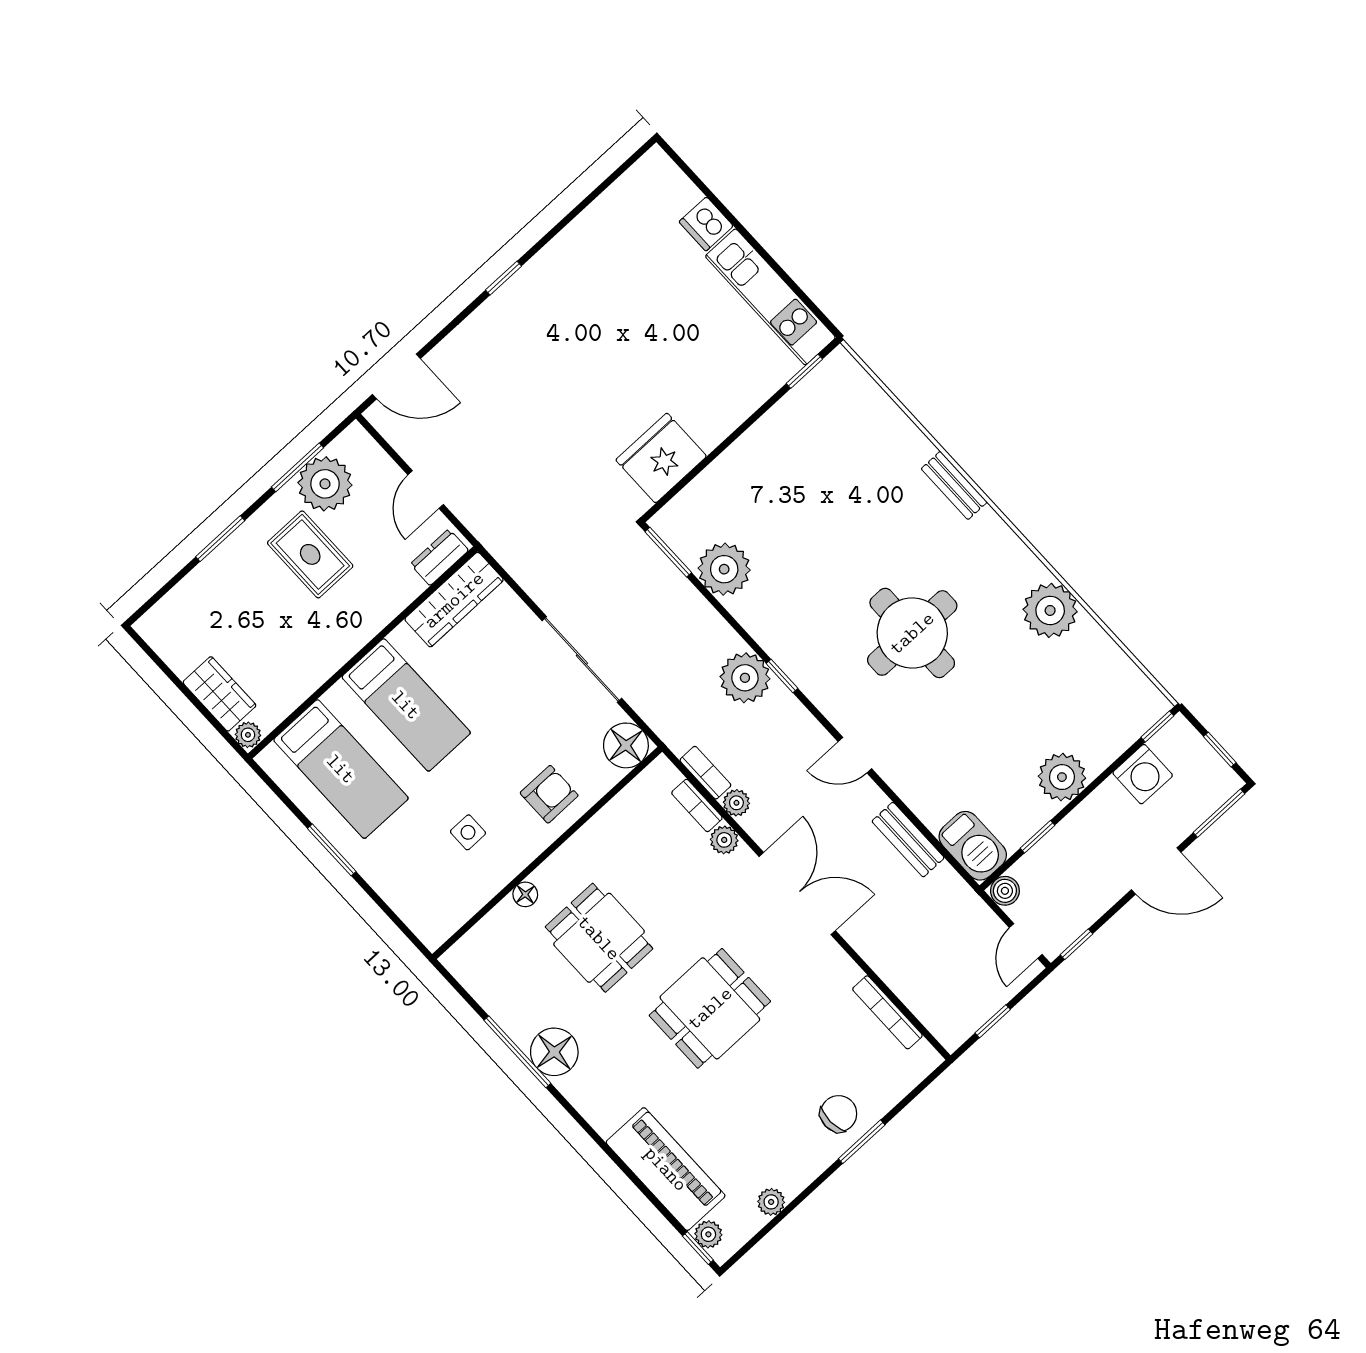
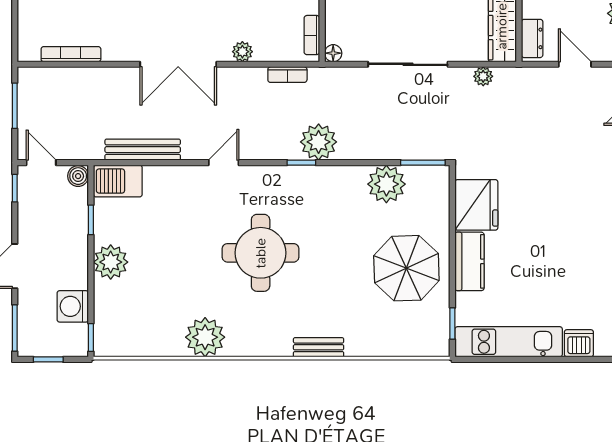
kitchen counter: (725, 412) -> (470, 261), added
parasol: (791, 470) -> (406, 268), added
floor lamp: (626, 745) -> (333, 53), width x0.53, depth x0.53
plant: (736, 803) -> (483, 76), moved
bookcase: (697, 805) -> (312, 35), moved, turned -90
bench: (908, 840) -> (143, 150), width x1.36
window: (993, 1021) -> (15, 106), width x1.50

